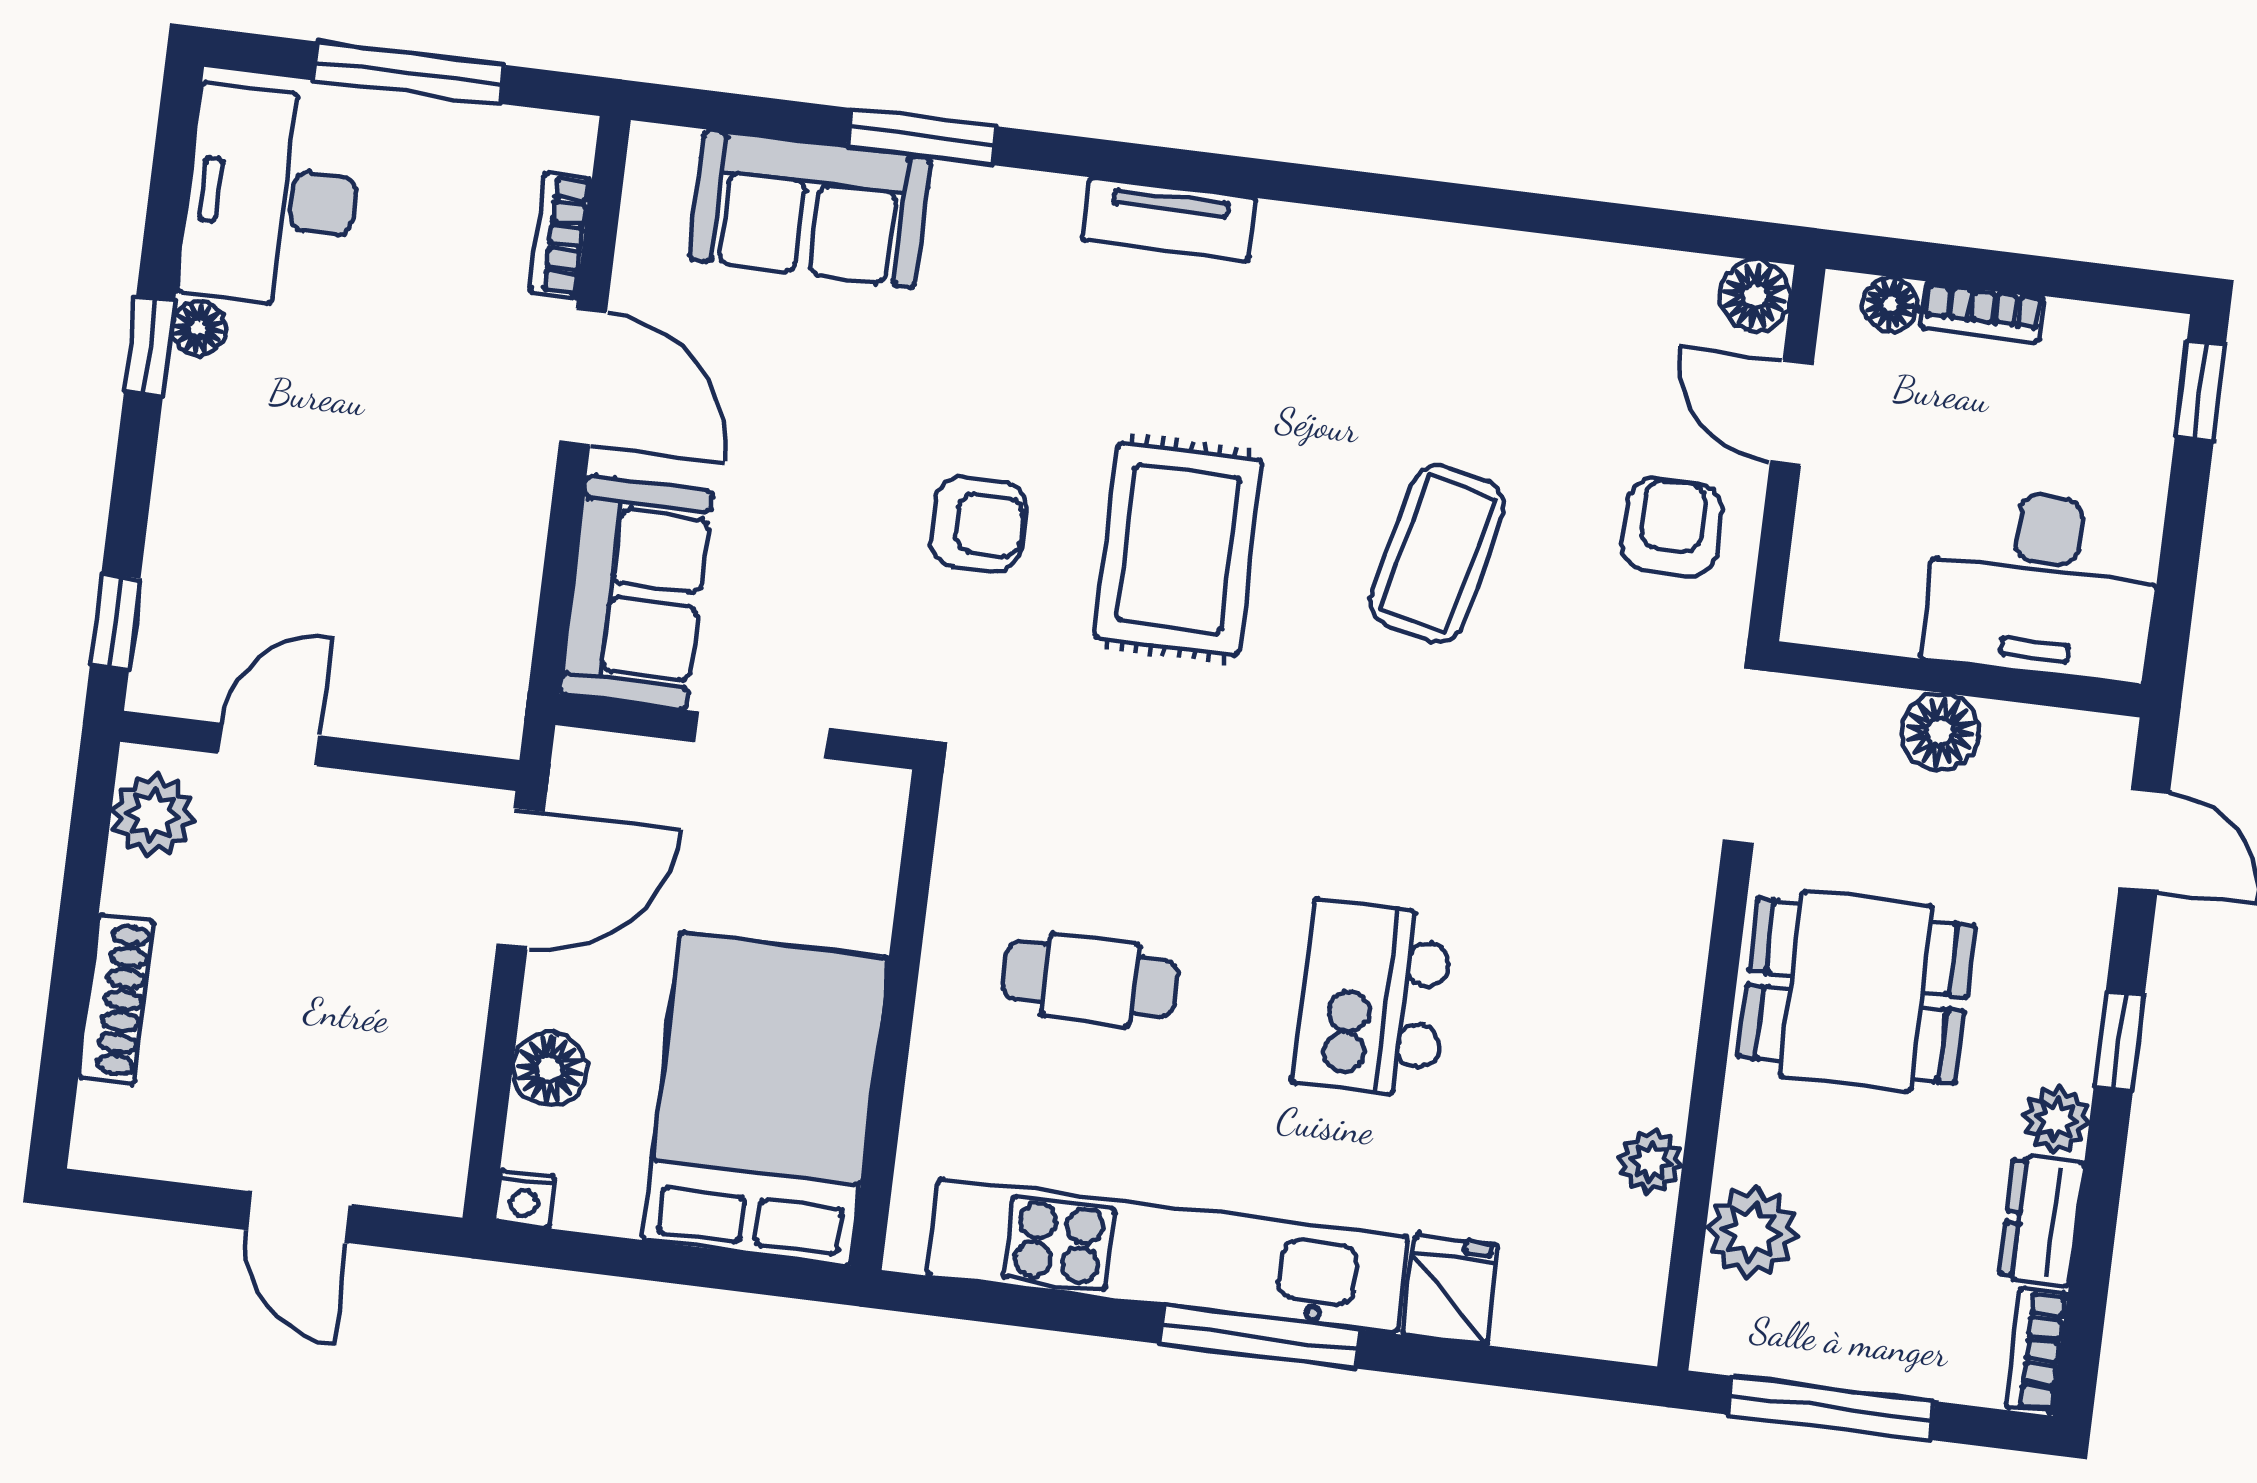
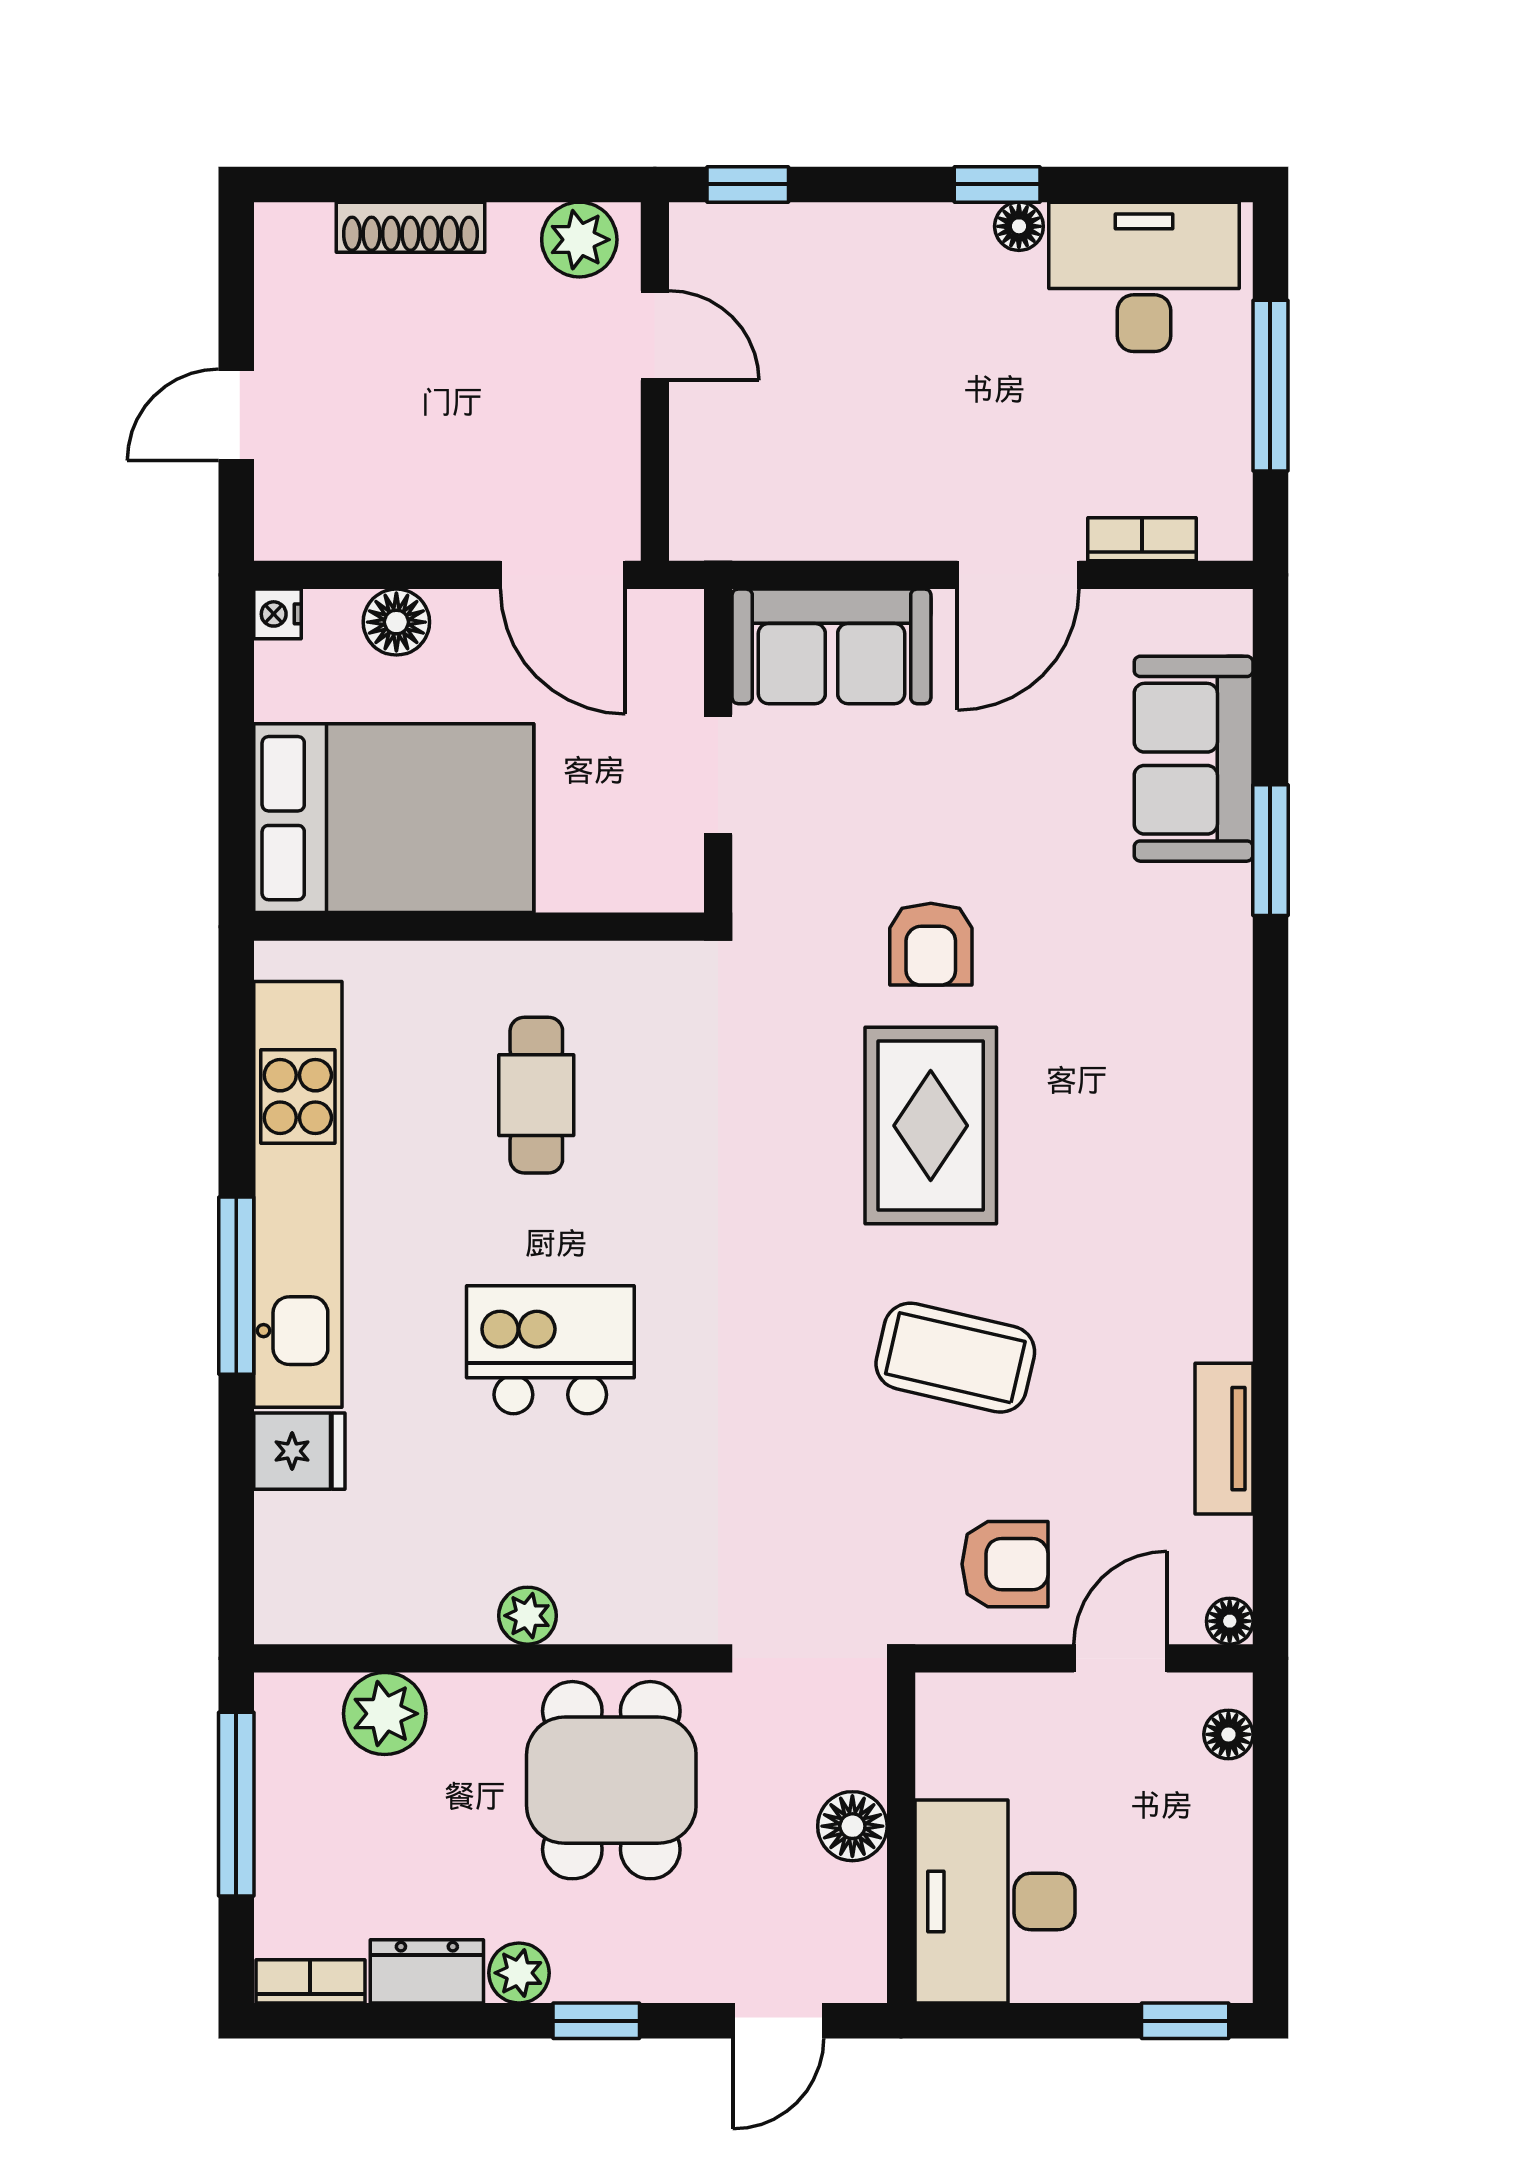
tv unit: (1169, 219) -> (1224, 1439), moved
floor lamp: (1755, 296) -> (1230, 1621), width x0.73, depth x0.73
bookcase: (1983, 312) -> (1232, 1818), removed
rug: (1178, 549) -> (931, 1126), turned 90
plant: (1651, 1161) -> (528, 1616), moved

